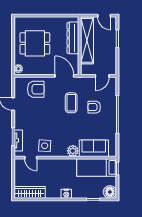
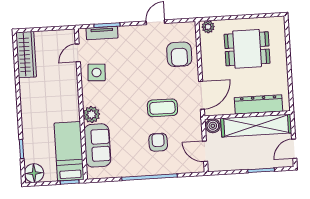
dining table: (35, 43) -> (247, 49), turned 90
boiler: (85, 70) -> (213, 126), added
nightstand: (66, 194) -> (27, 109), removed

